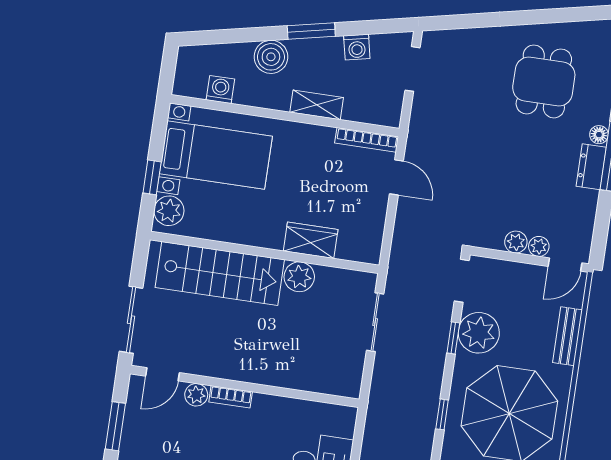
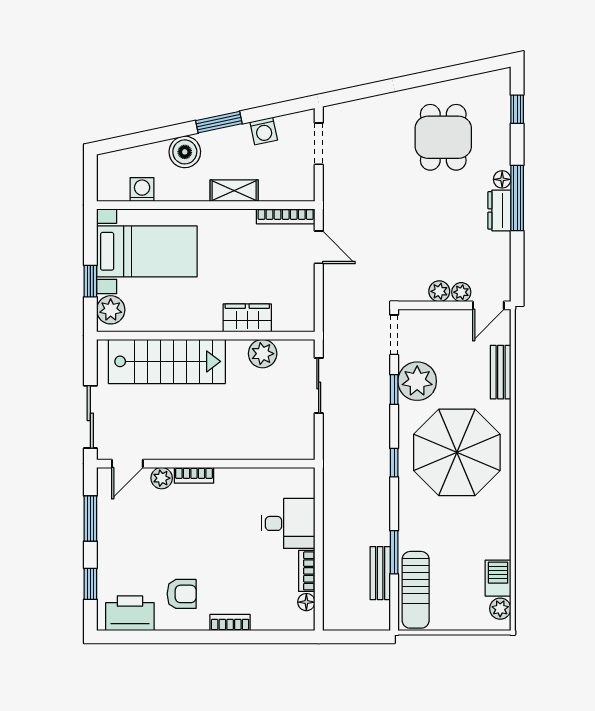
plant: (299, 277) -> (263, 354), moved

